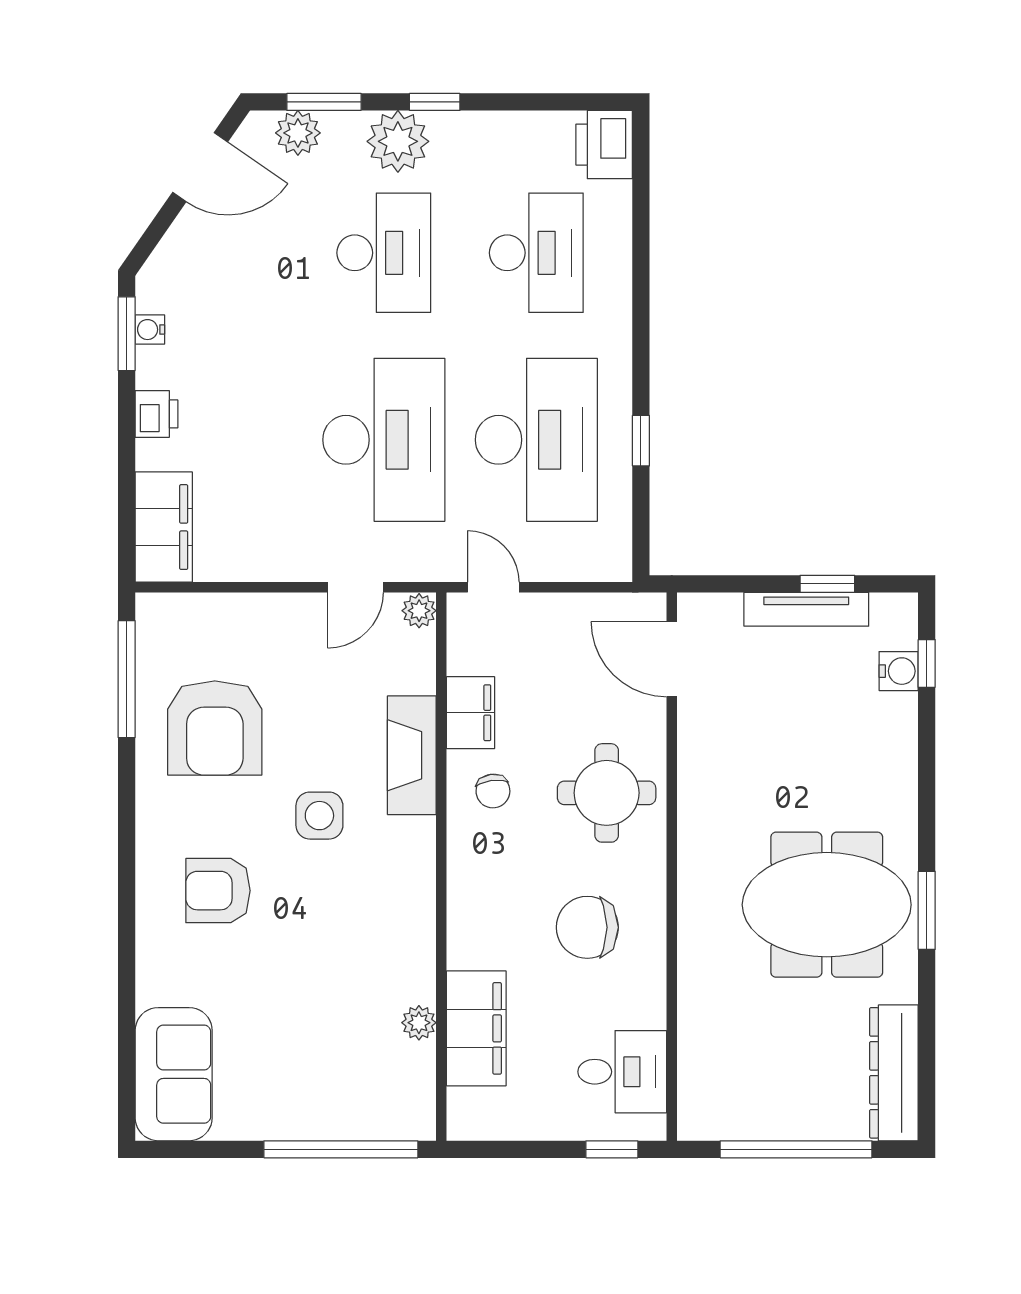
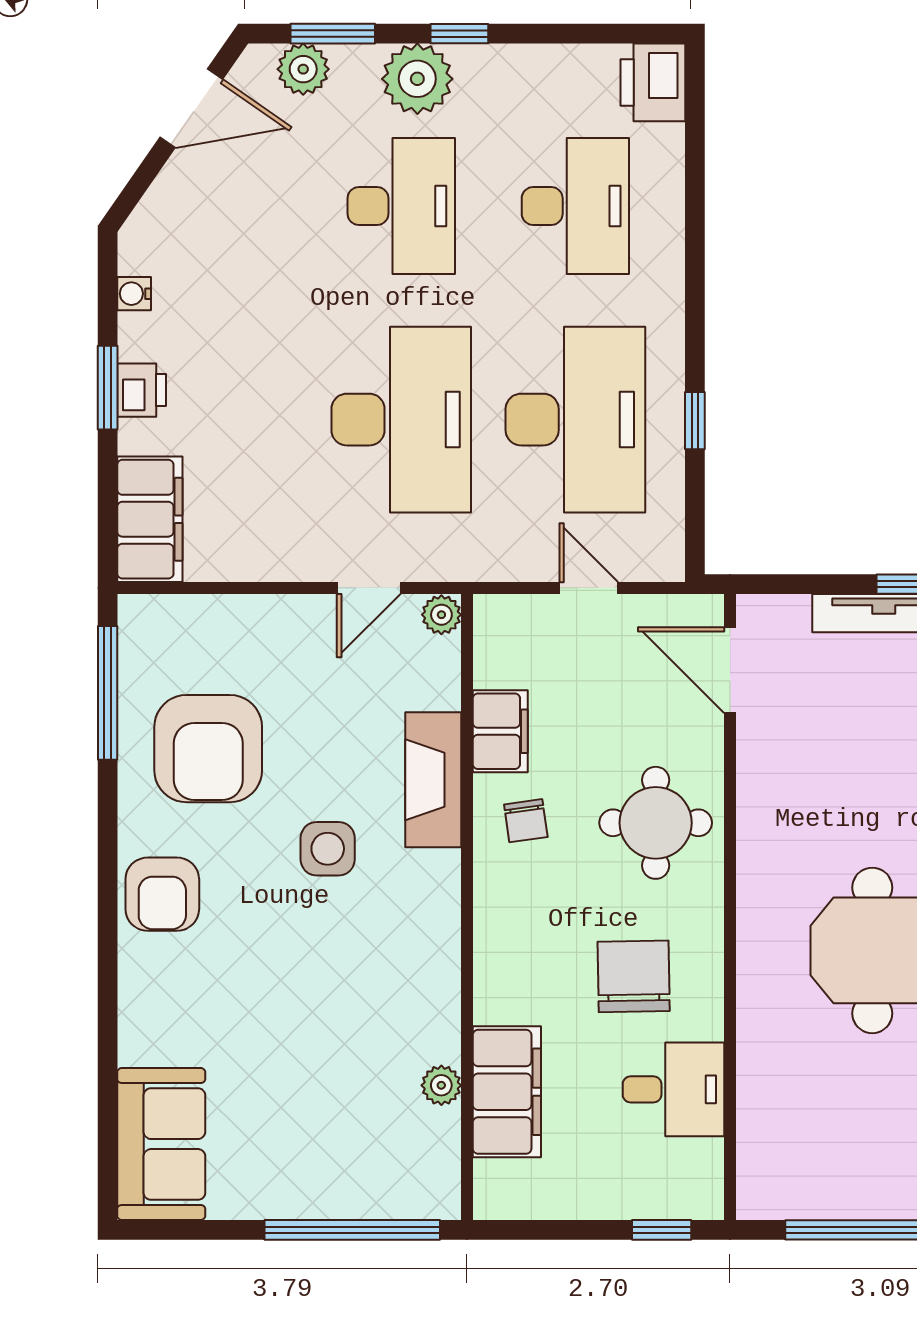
window: (127, 334) -> (108, 388), moved
door: (493, 587) -> (589, 588), moved
armchair: (218, 891) -> (162, 894), moved, turned -90
chair: (587, 927) -> (634, 976), turned 89
desk: (622, 1072) -> (673, 1089), moved

